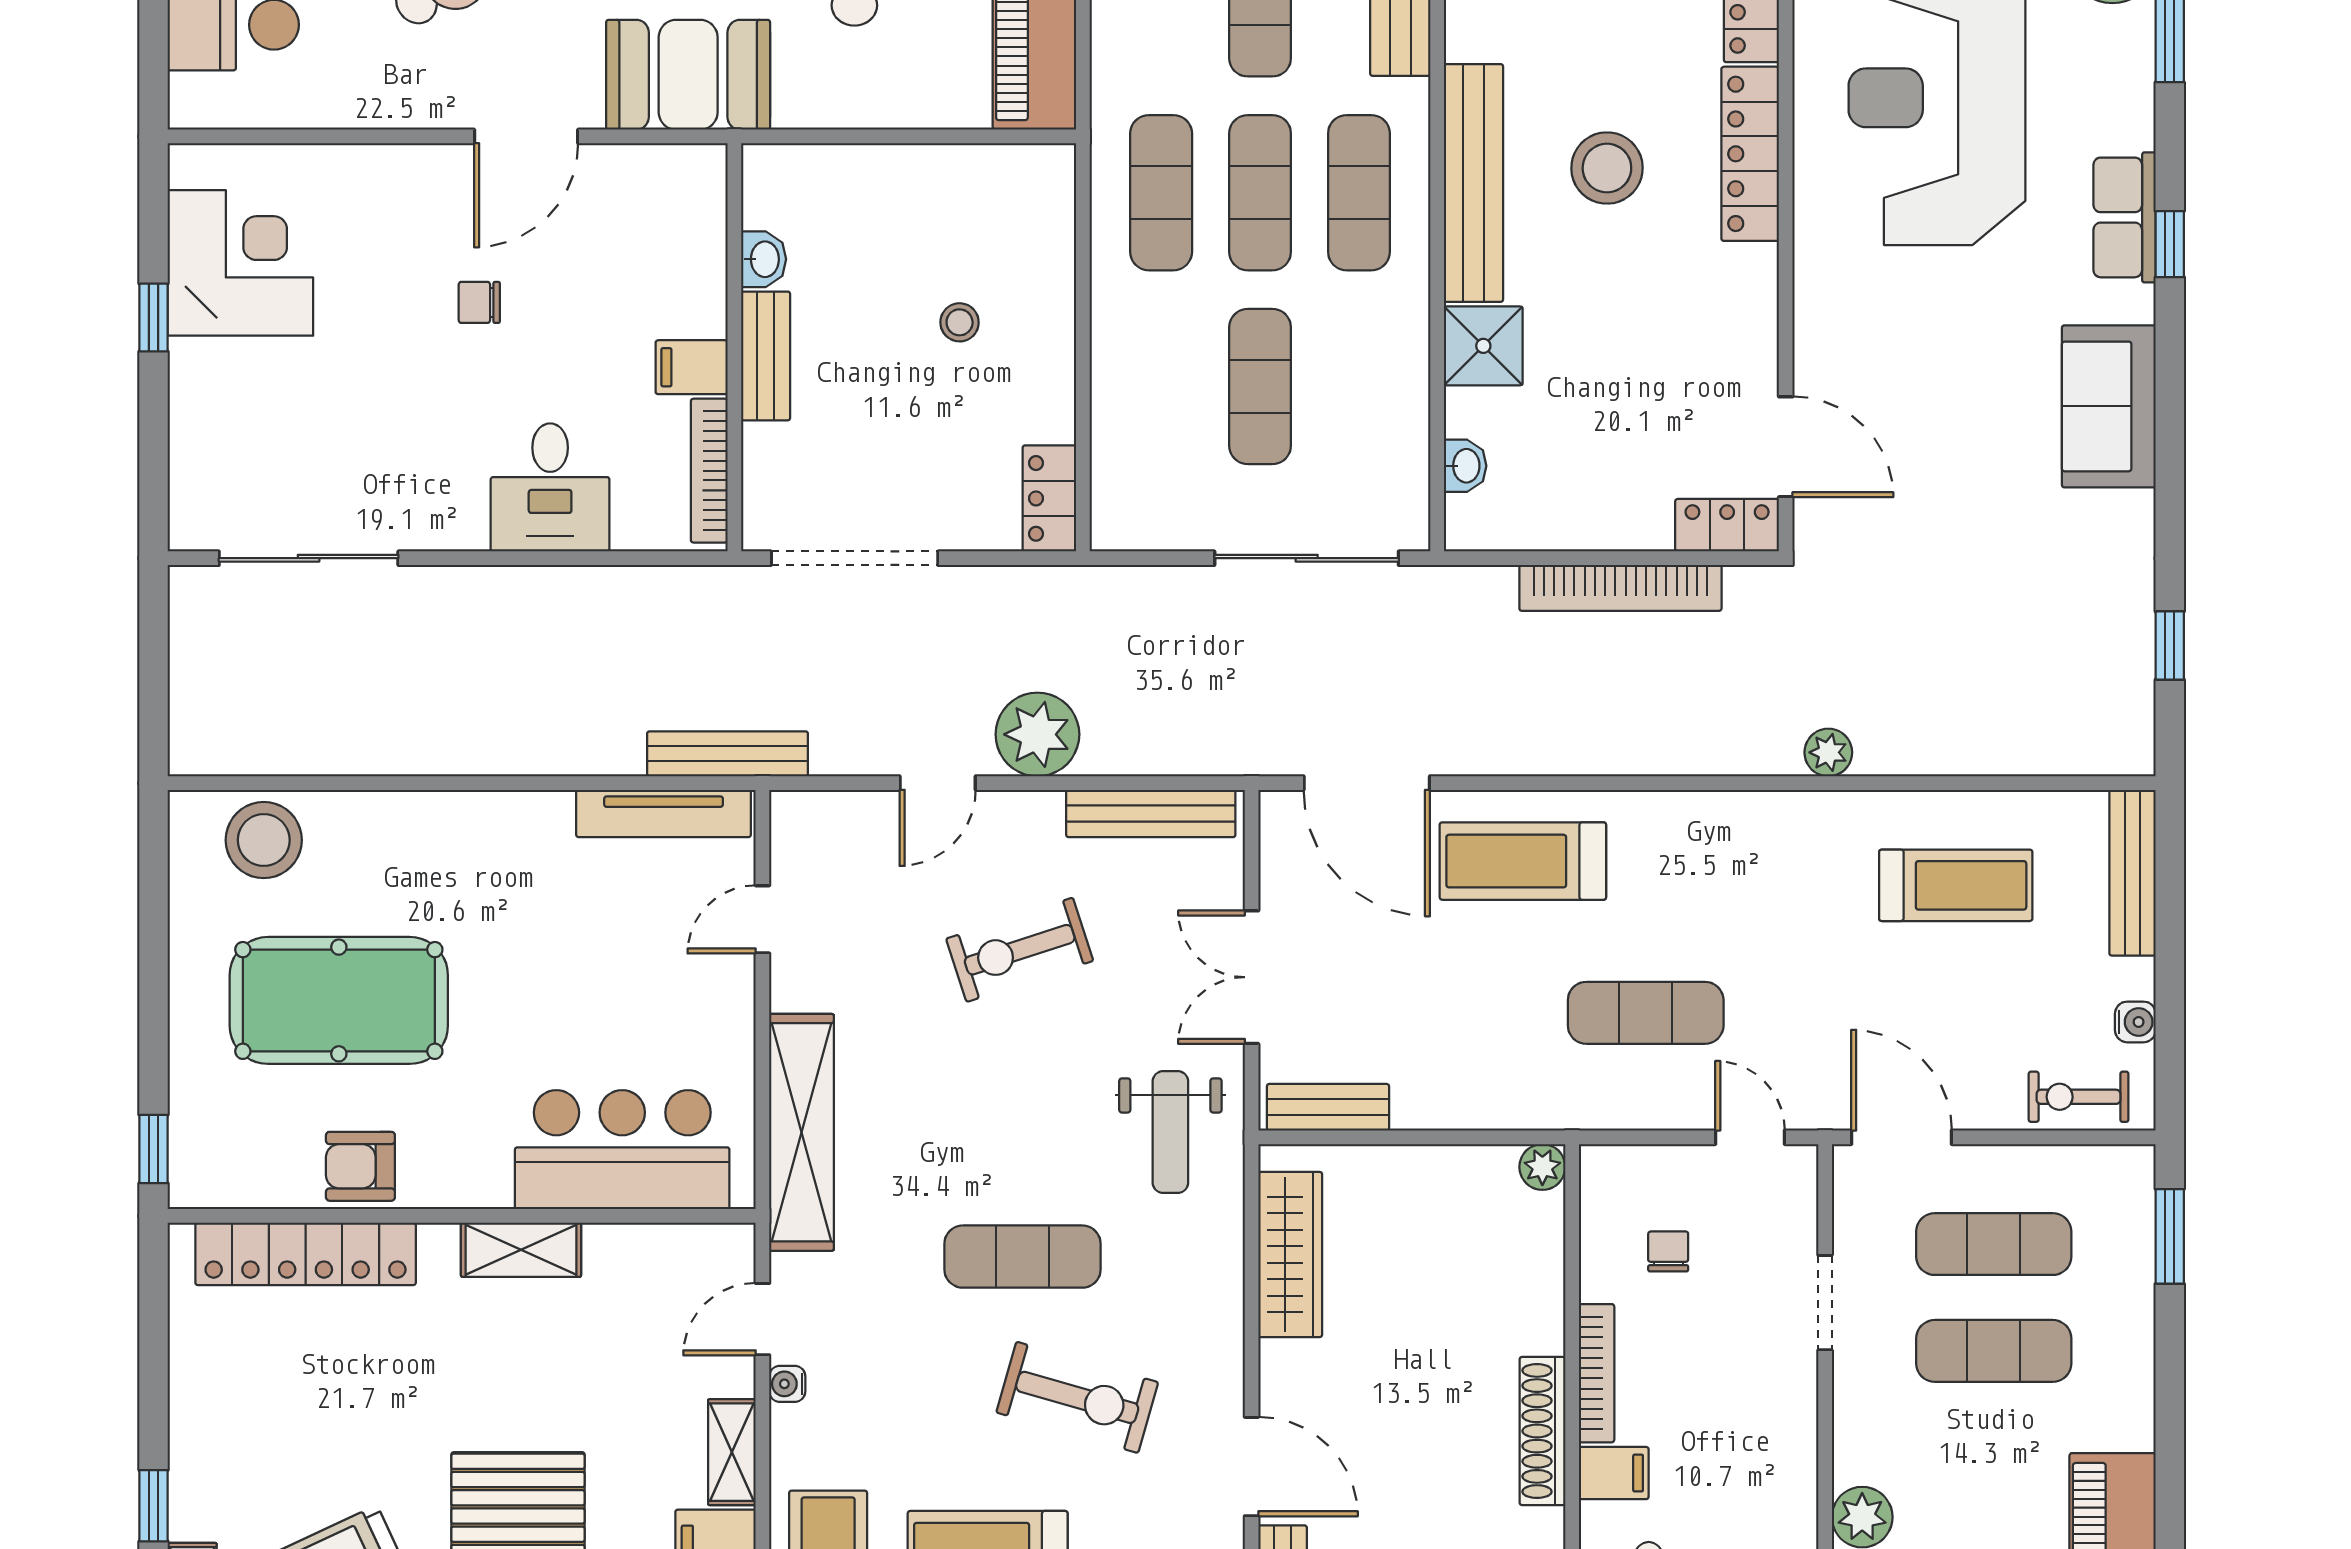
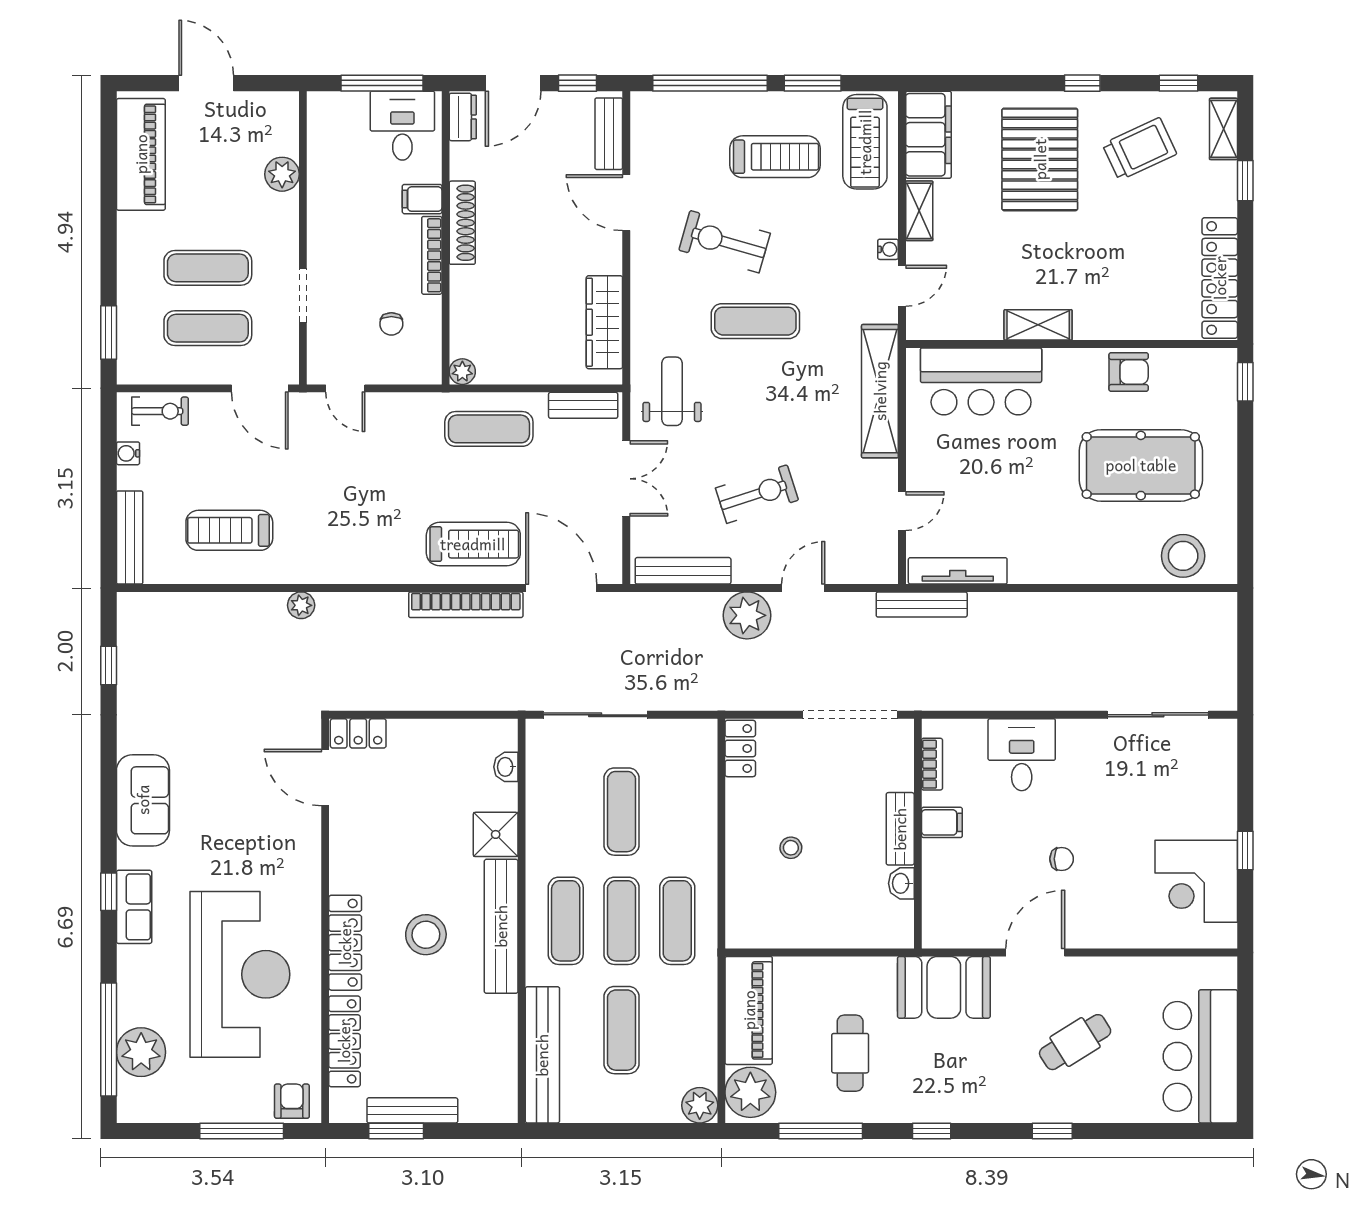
bookcase: (709, 471) -> (932, 764), width x0.64
bookcase: (1620, 588) -> (466, 605), moved, turned 180
exercise mat: (1646, 1013) -> (489, 429), moved
locker: (306, 1254) -> (1220, 278), moved, turned -90

